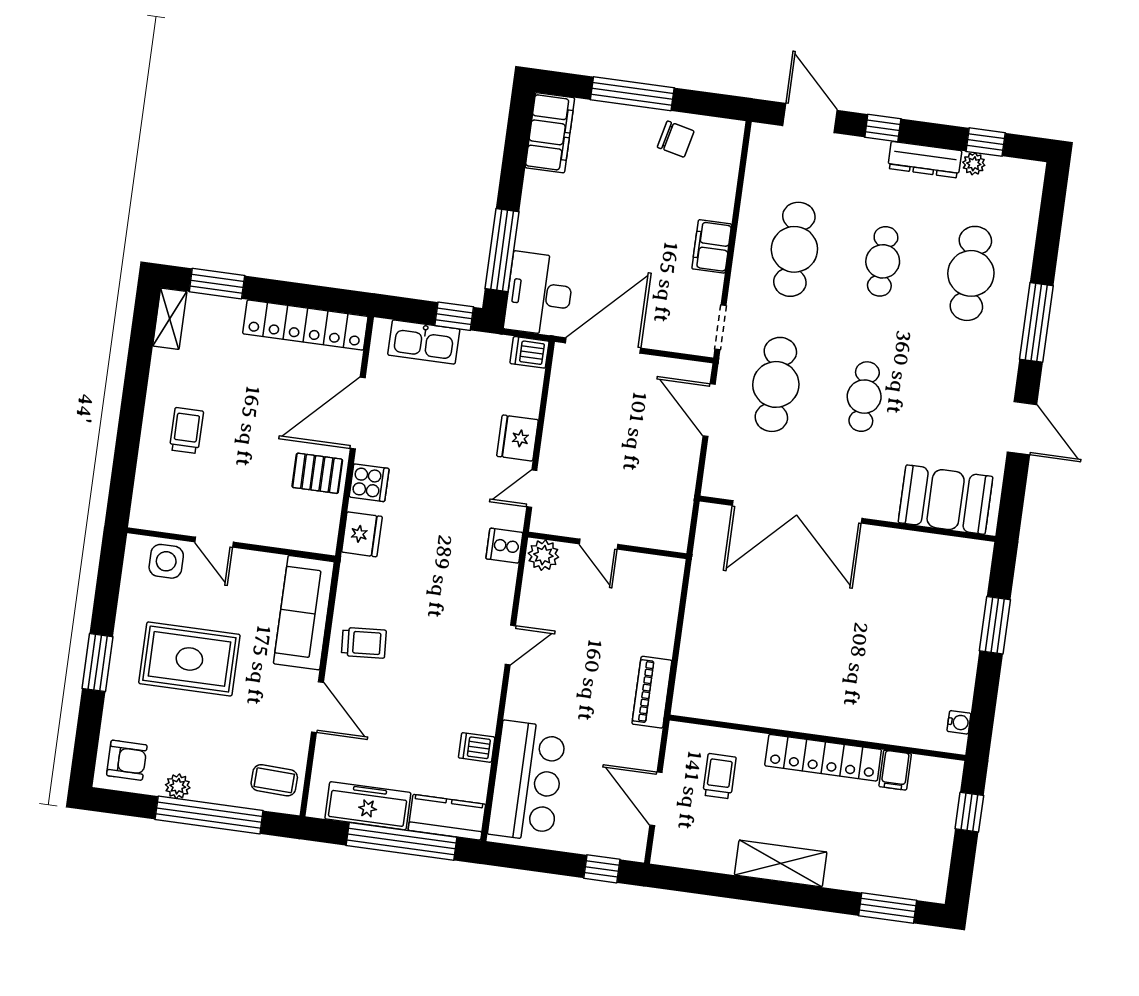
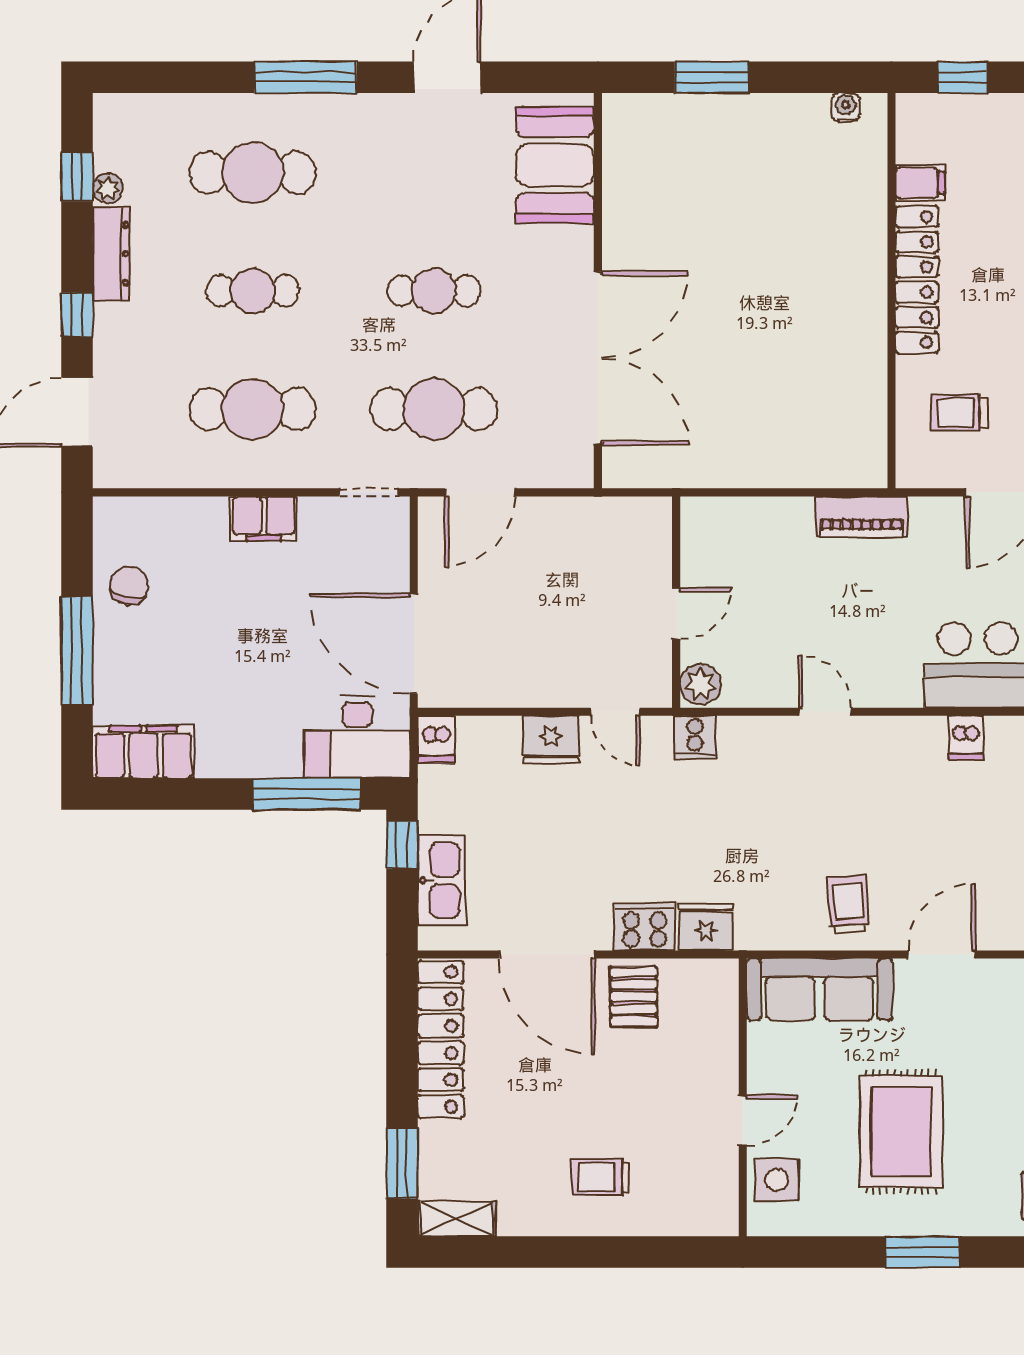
cooker: (369, 483) -> (645, 927), width x1.36

